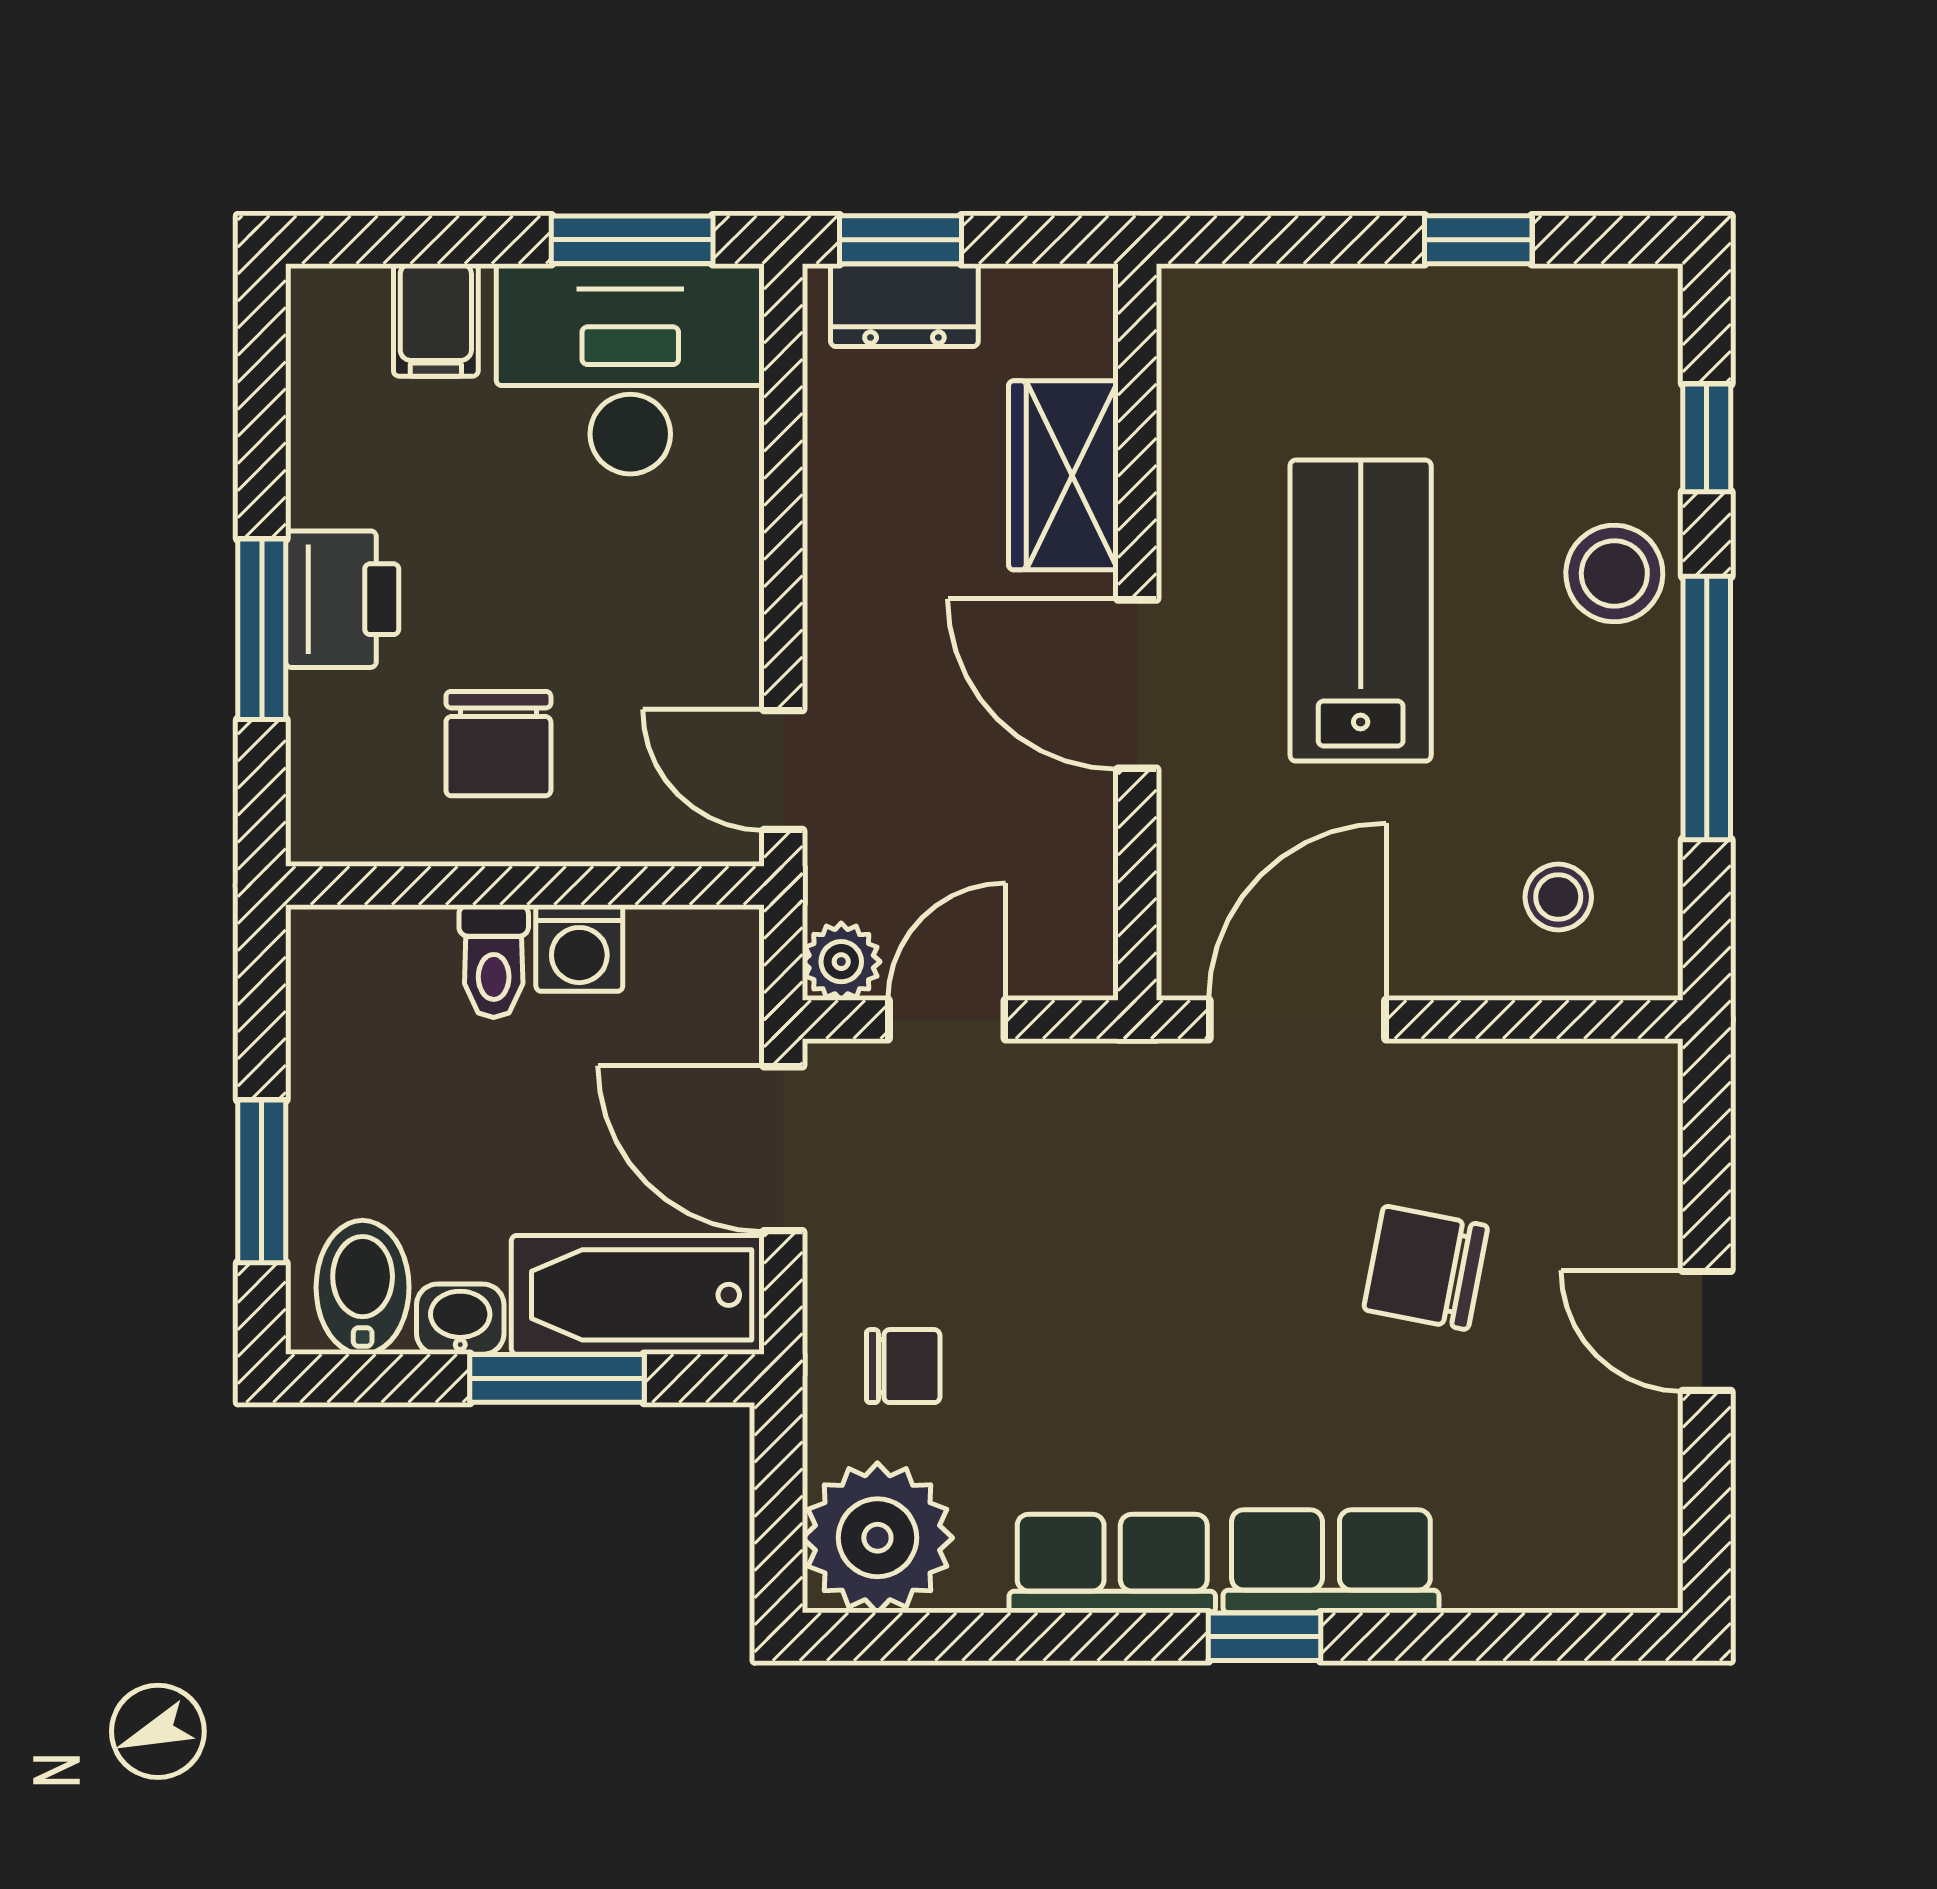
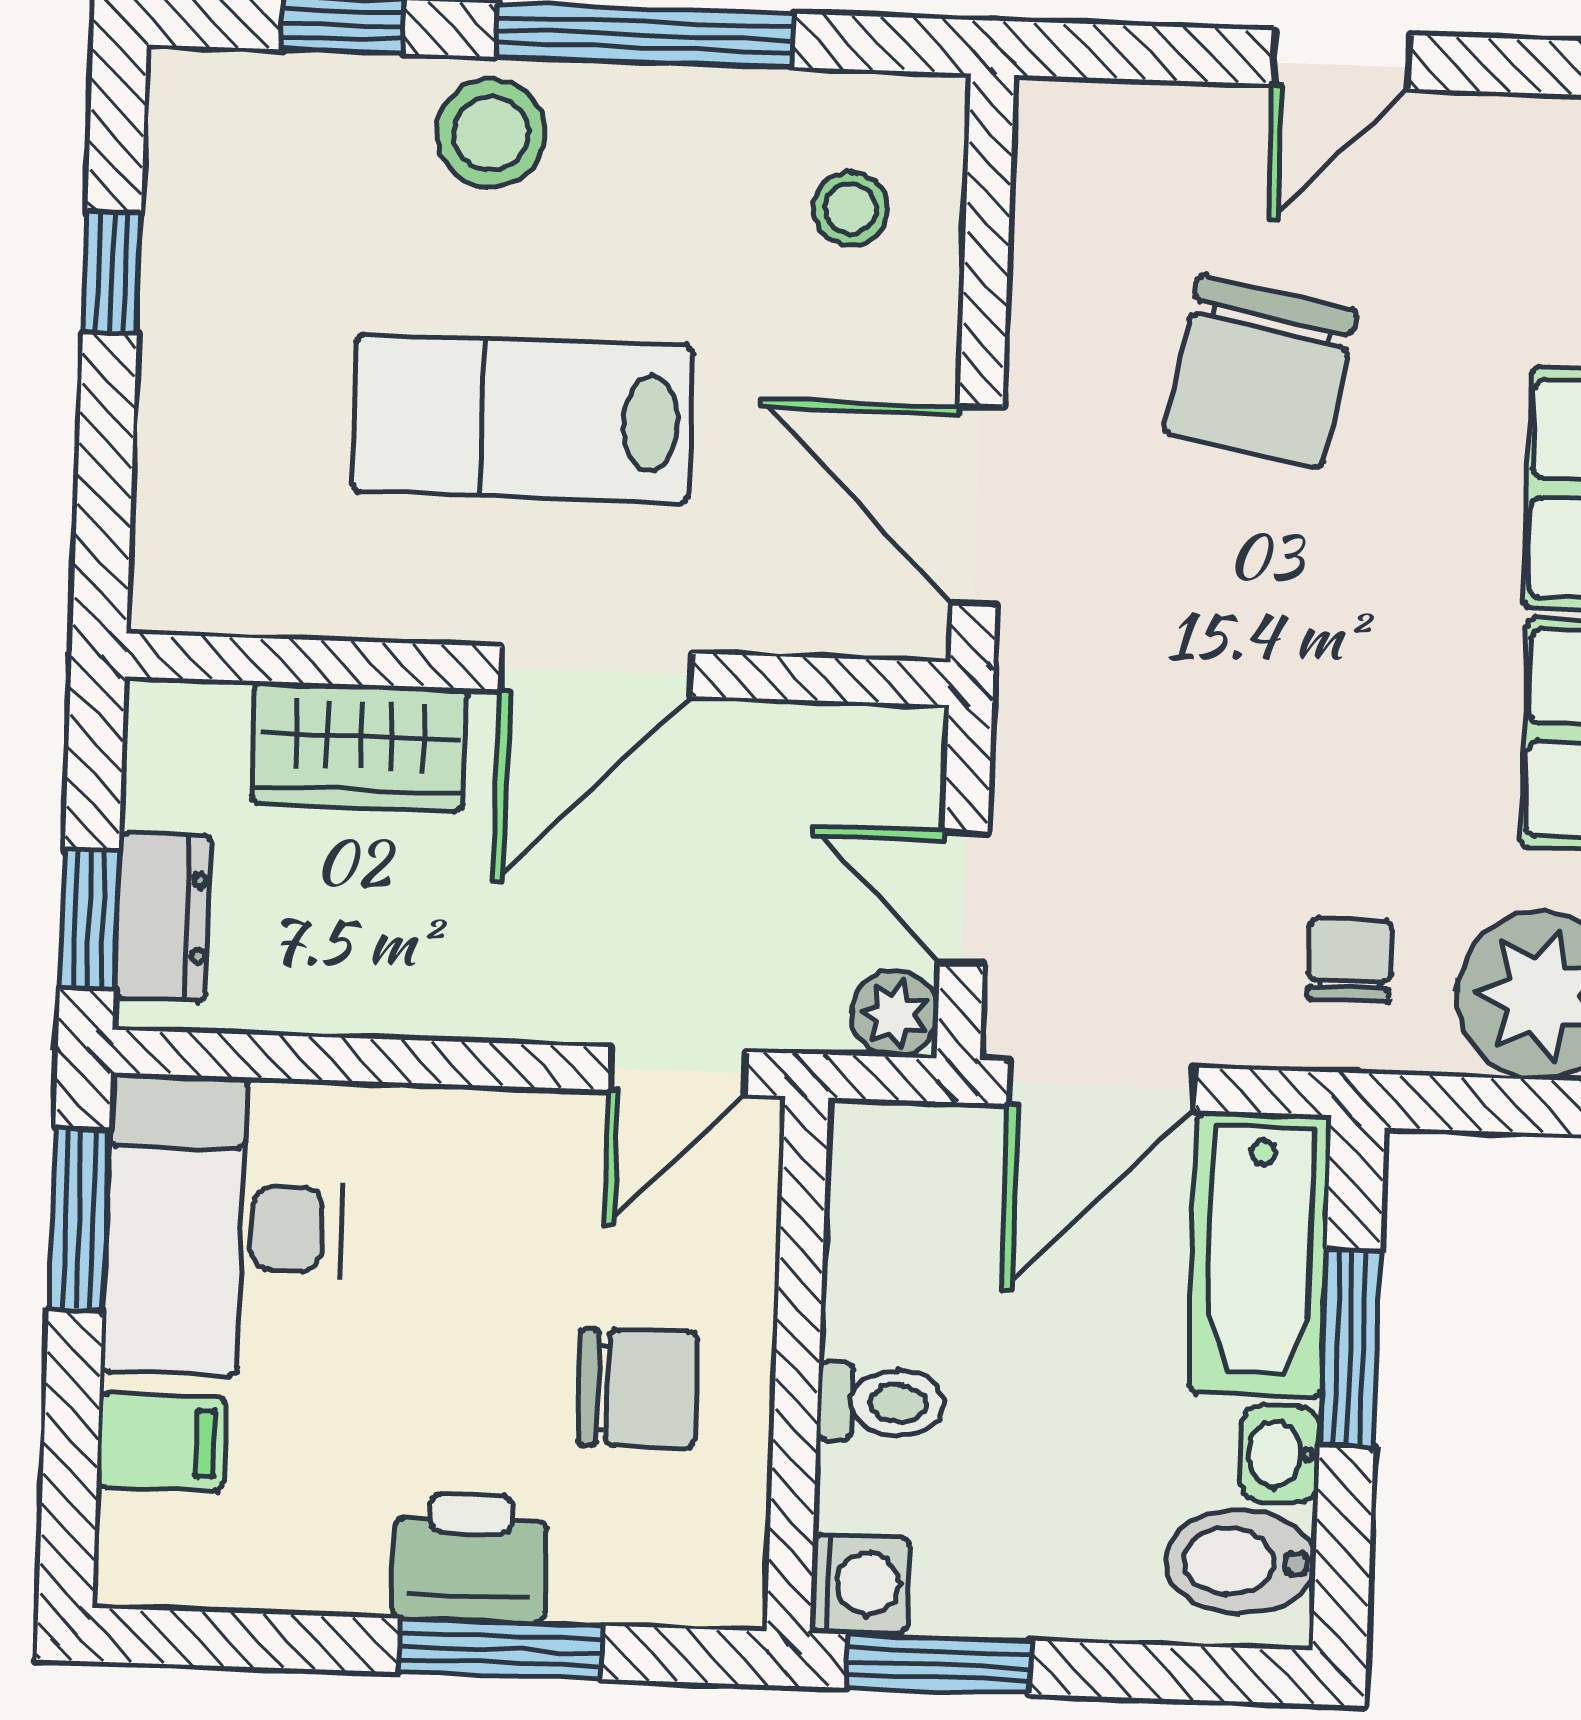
washing machine: (579, 948) -> (860, 1584), moved
window: (262, 1181) -> (939, 1664), moved
chair: (1426, 1268) -> (1260, 372), width x1.37, depth x1.37

